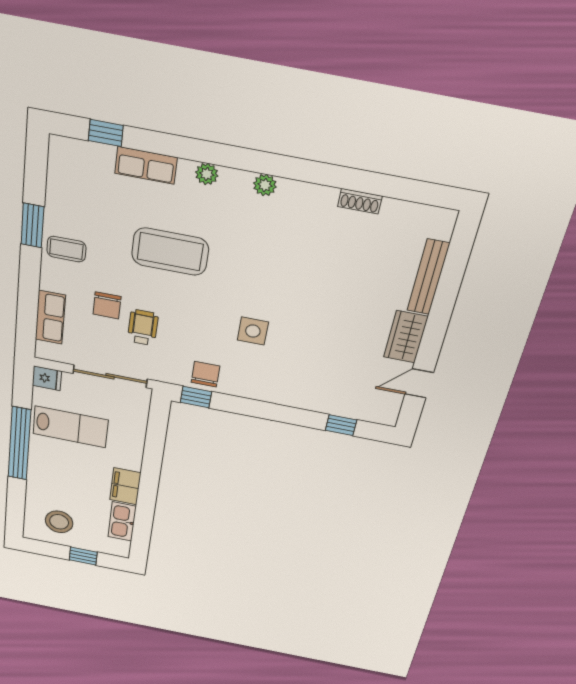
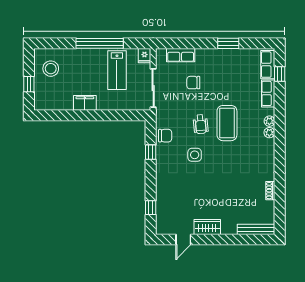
row of seats: (83, 154) -> (268, 65), added
plant: (265, 185) -> (269, 133), moved
coffee table: (66, 249) -> (219, 60), removed
coffee table: (170, 252) -> (227, 123), moved
bench: (428, 277) -> (256, 229), moved
wheelchair: (143, 327) -> (201, 124), moved, turned 85
door: (419, 383) -> (183, 240), swing flipped
window: (196, 397) -> (151, 152), moved
kitchen sink: (122, 522) -> (60, 104), removed

